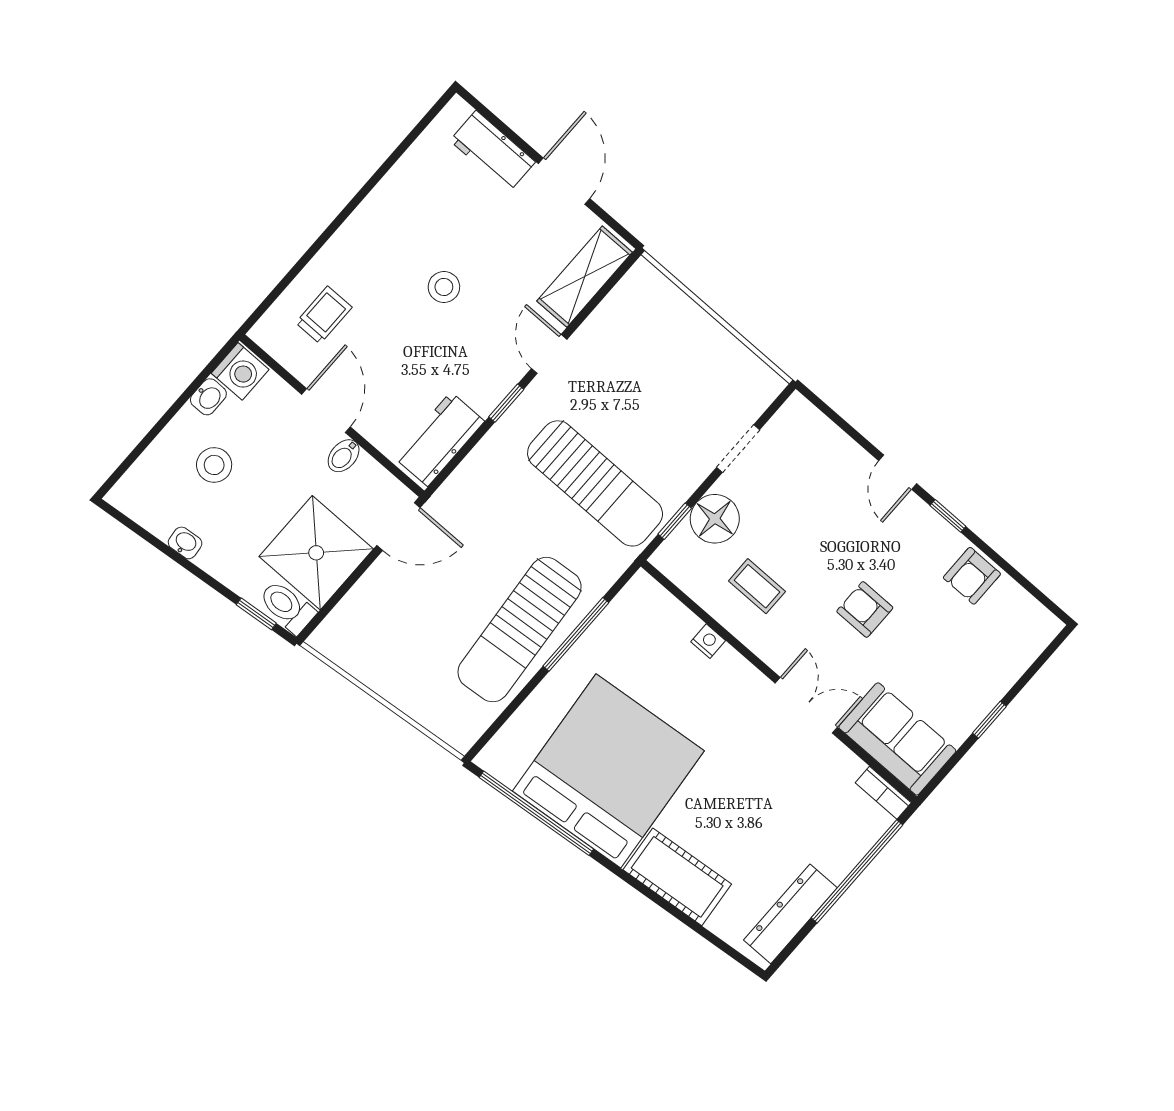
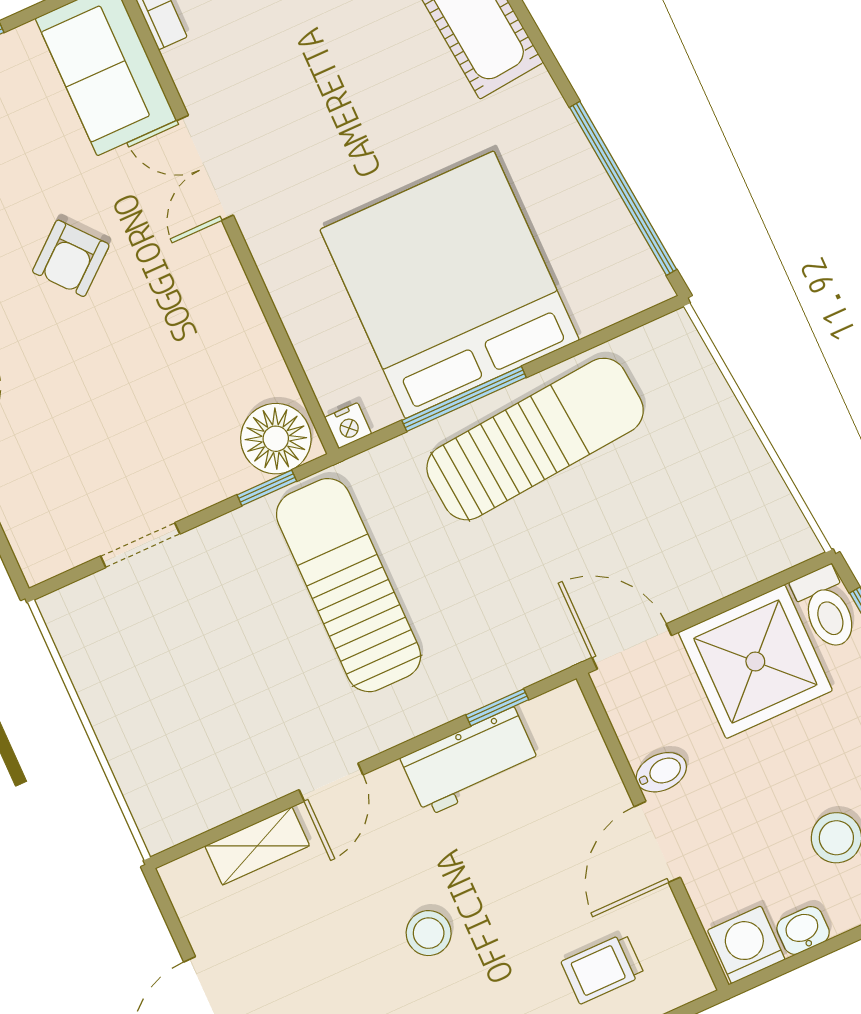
shelving: (585, 277) -> (257, 846), width x0.67, depth x0.75
window: (506, 403) -> (497, 707), moved
workbench: (439, 439) -> (470, 762), moved
floor lamp: (715, 519) -> (276, 439), moved
coffee table: (757, 586) -> (198, 353), removed
armchair: (865, 609) -> (71, 258), turned 50
nightstand: (708, 641) -> (348, 426), moved, turned -90
bed: (608, 771) -> (450, 285), moved, turned 96

